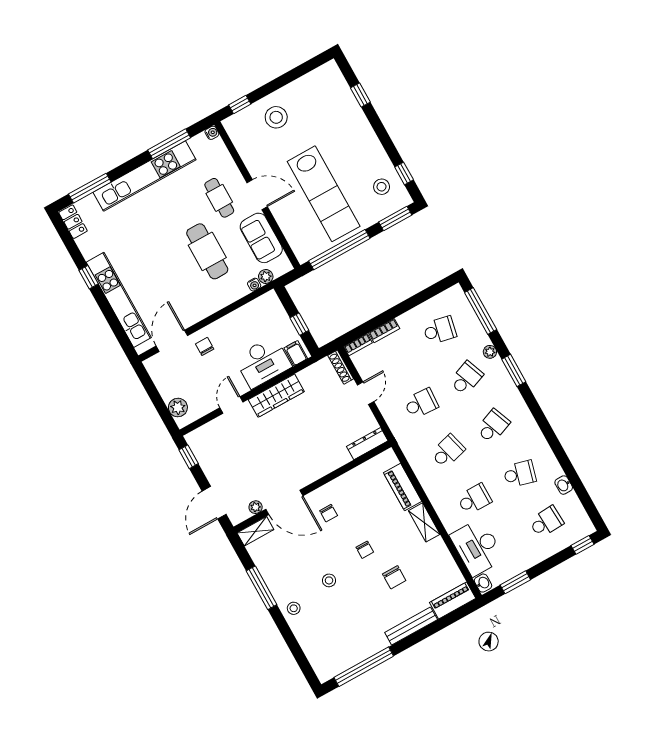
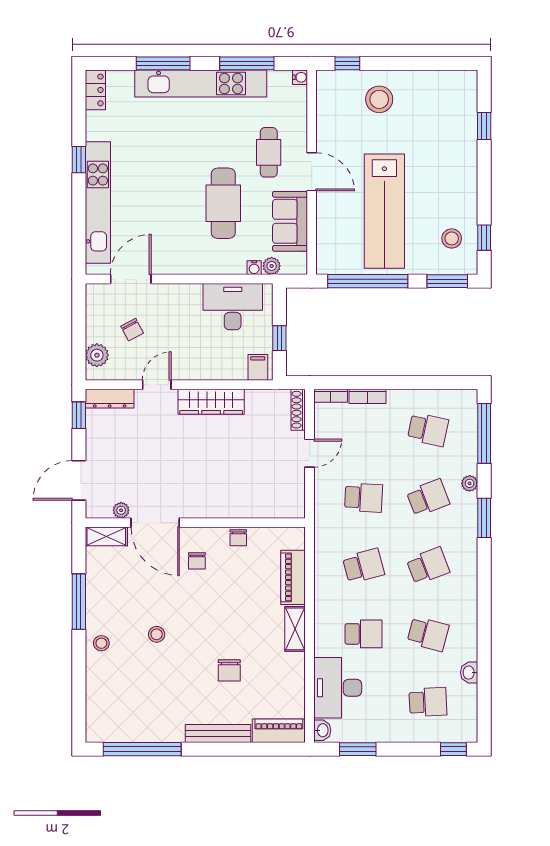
window: (90, 188) -> (163, 63), moved
chair: (205, 346) -> (132, 330), moved, turned 152
desk: (263, 362) -> (233, 307), moved, turned 180
dresser: (367, 444) -> (110, 399), moved, turned 180
chair: (365, 550) -> (238, 538), moved

